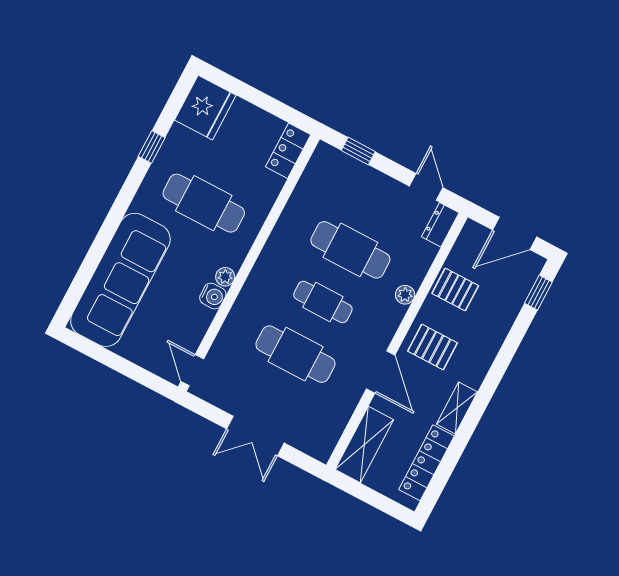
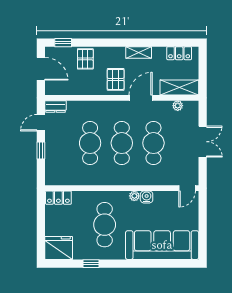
window: (358, 151) -> (41, 150), moved
pallet: (455, 289) -> (85, 59), moved
plant: (405, 295) -> (178, 106), moved
cafe table: (323, 302) -> (122, 143), width x1.37, depth x1.35
locker: (427, 463) -> (179, 53), width x0.66

